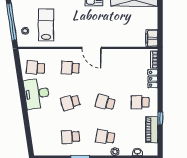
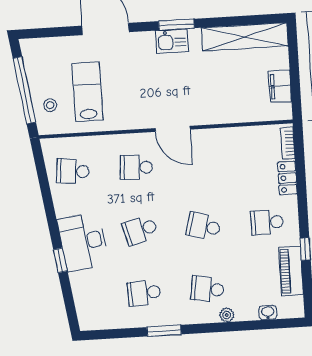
filing cabinet: (152, 38) -> (280, 86), moved
desk: (37, 94) -> (83, 242), moved
window: (26, 116) -> (60, 260), added

